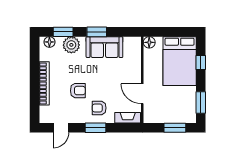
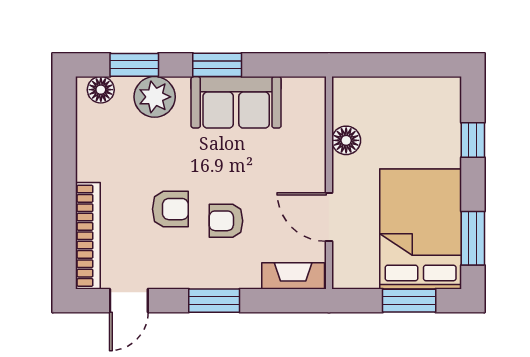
floor lamp: (149, 42) -> (346, 140), moved
bed: (180, 61) -> (421, 229), moved, turned 180
bookcase: (44, 83) -> (88, 236), moved
armchair: (99, 108) -> (226, 221), moved

